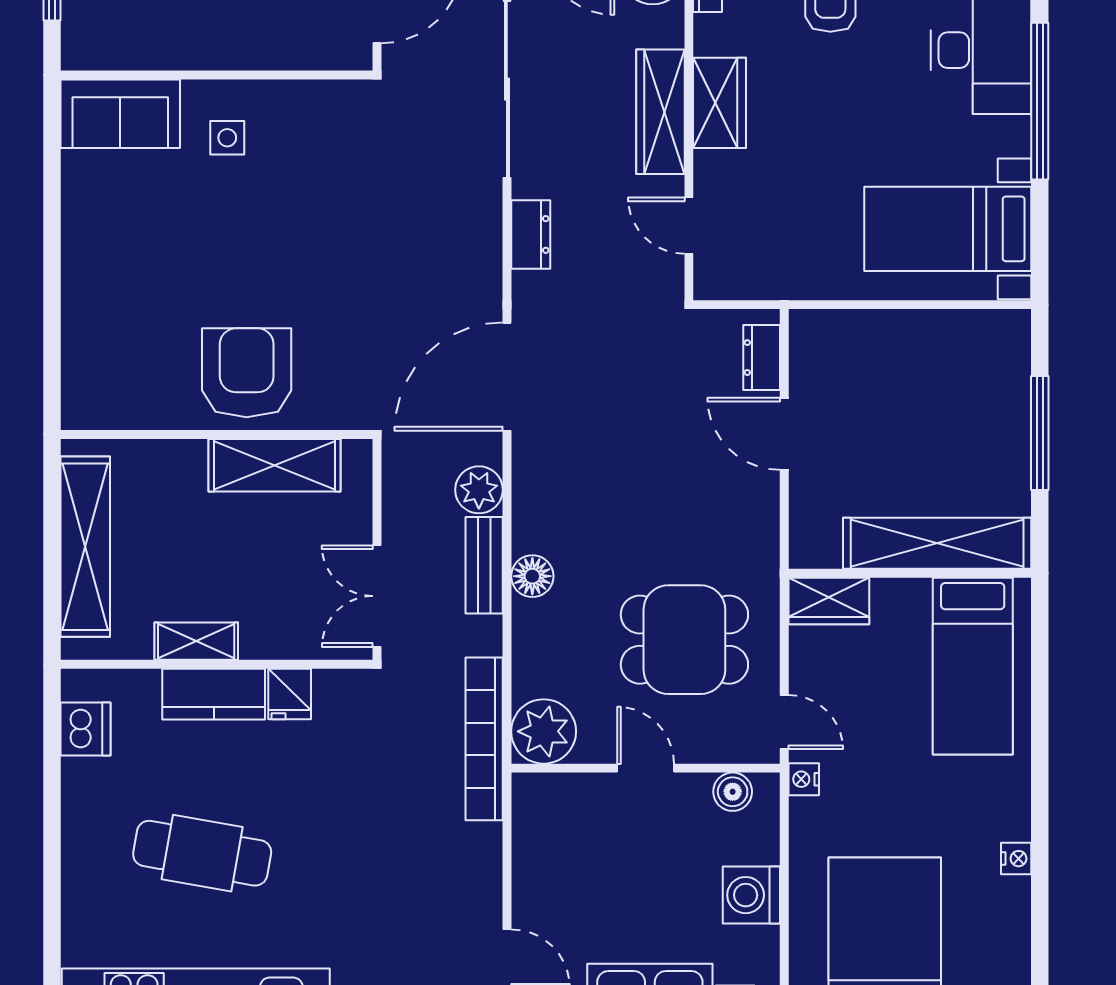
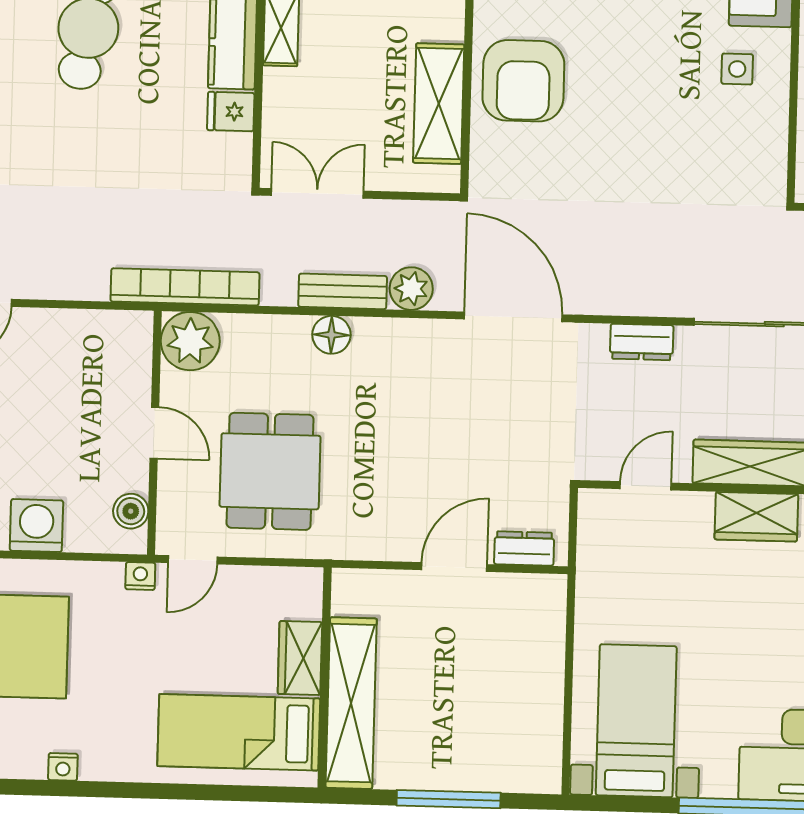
armchair: (247, 373) -> (523, 81), turned 90
wardrobe: (829, 601) -> (300, 658), moved
door: (646, 768) -> (154, 433), hinge flipped

